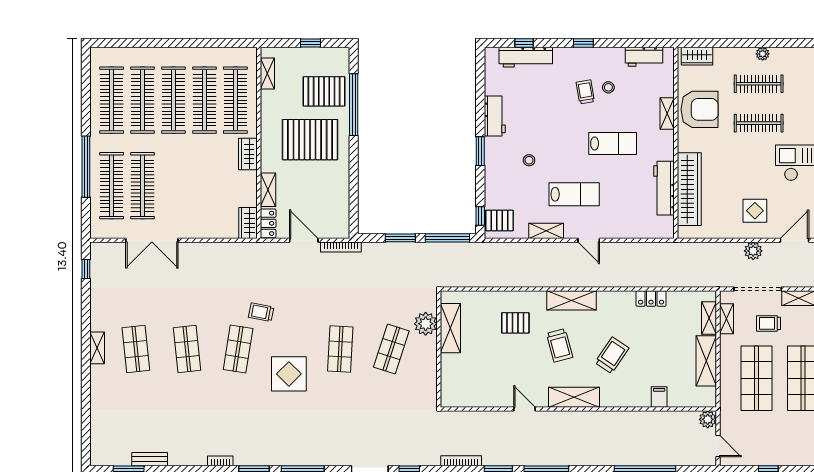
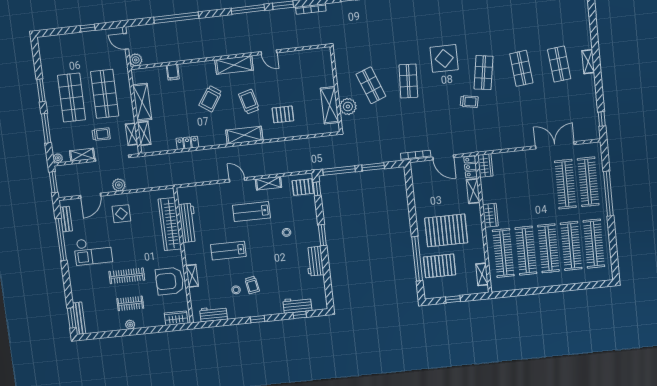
workbench: (526, 57) -> (297, 305), width x0.73
clothes rail: (759, 84) -> (130, 303), width x0.73
shop shelf: (391, 349) -> (371, 85), turned -39

